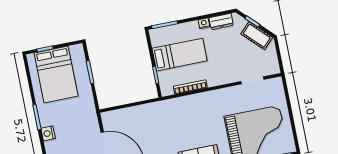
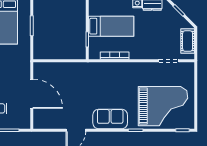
cot: (257, 36) -> (188, 41), moved, turned 45

